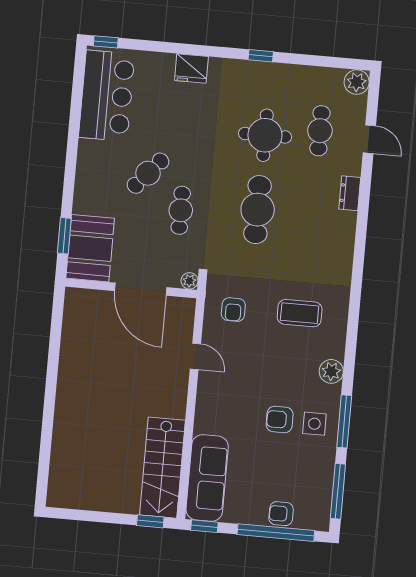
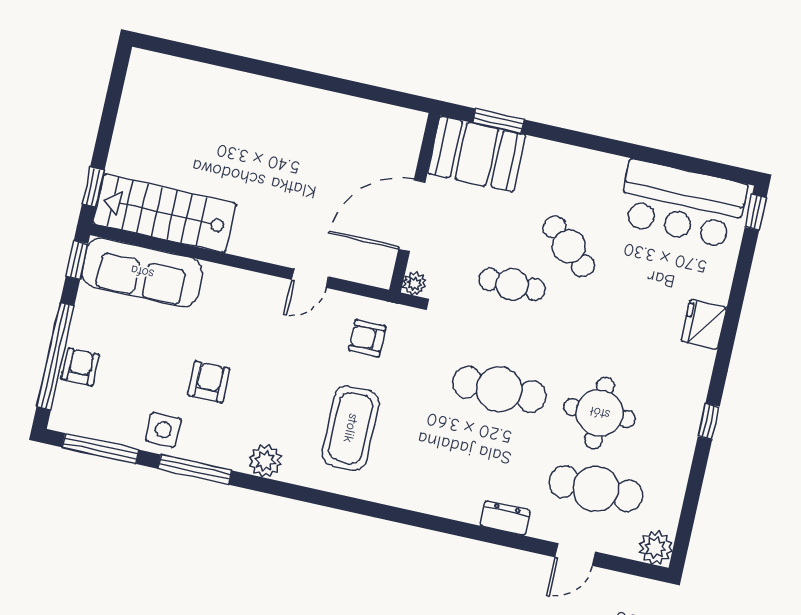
cafe table: (320, 131) -> (596, 489), width x1.37, depth x1.35
coffee table: (300, 313) -> (351, 428), width x1.36, depth x1.32
side table: (314, 424) -> (163, 430), moved

